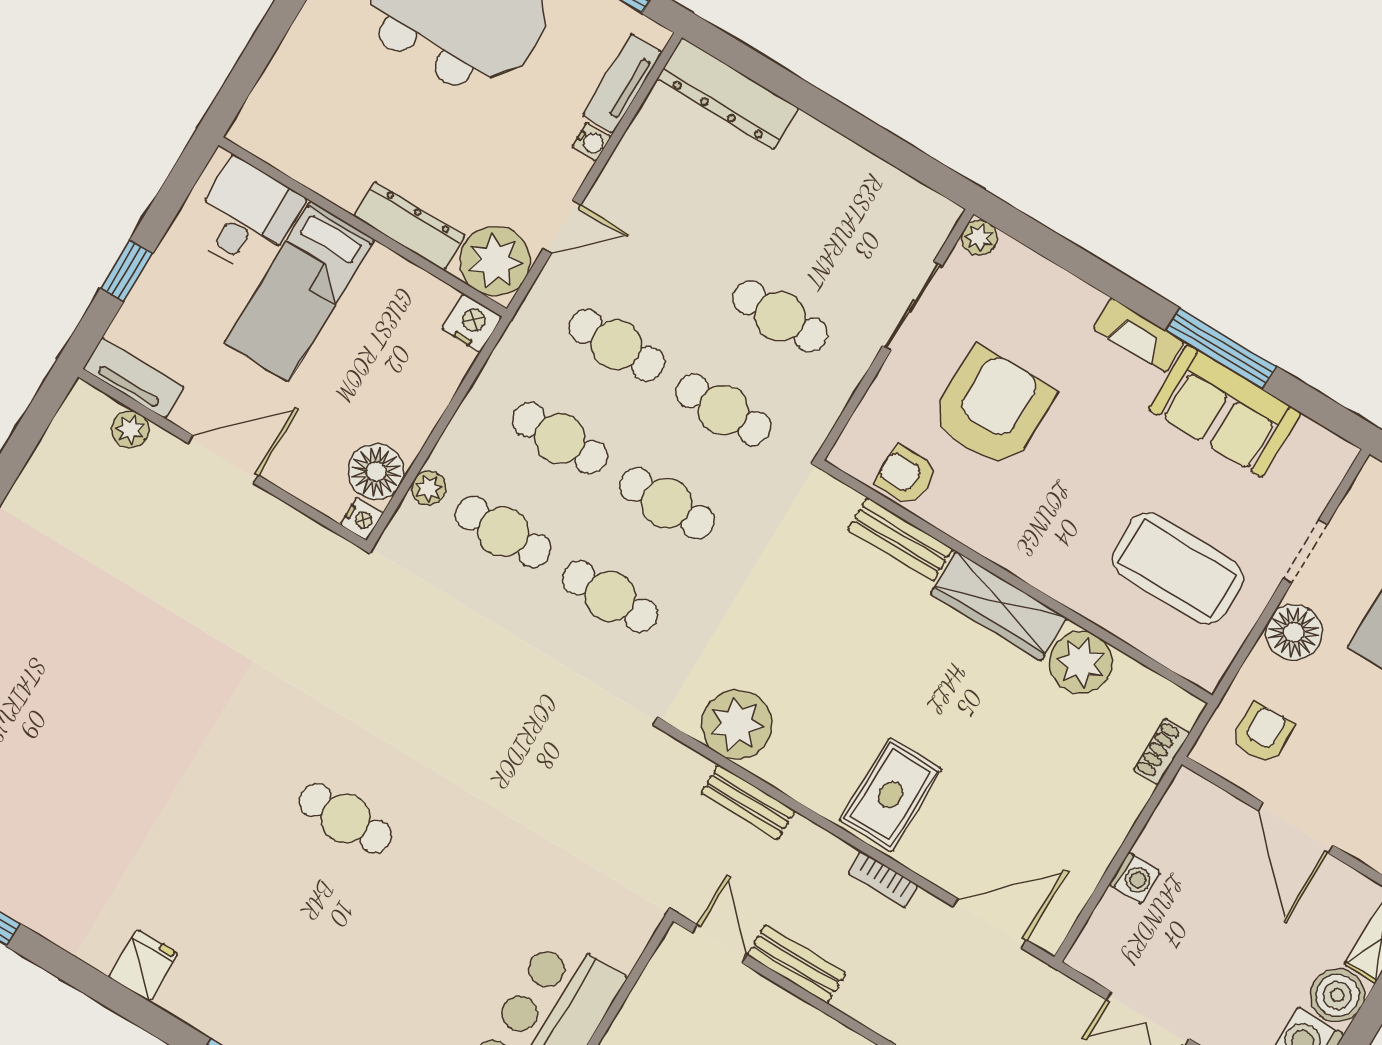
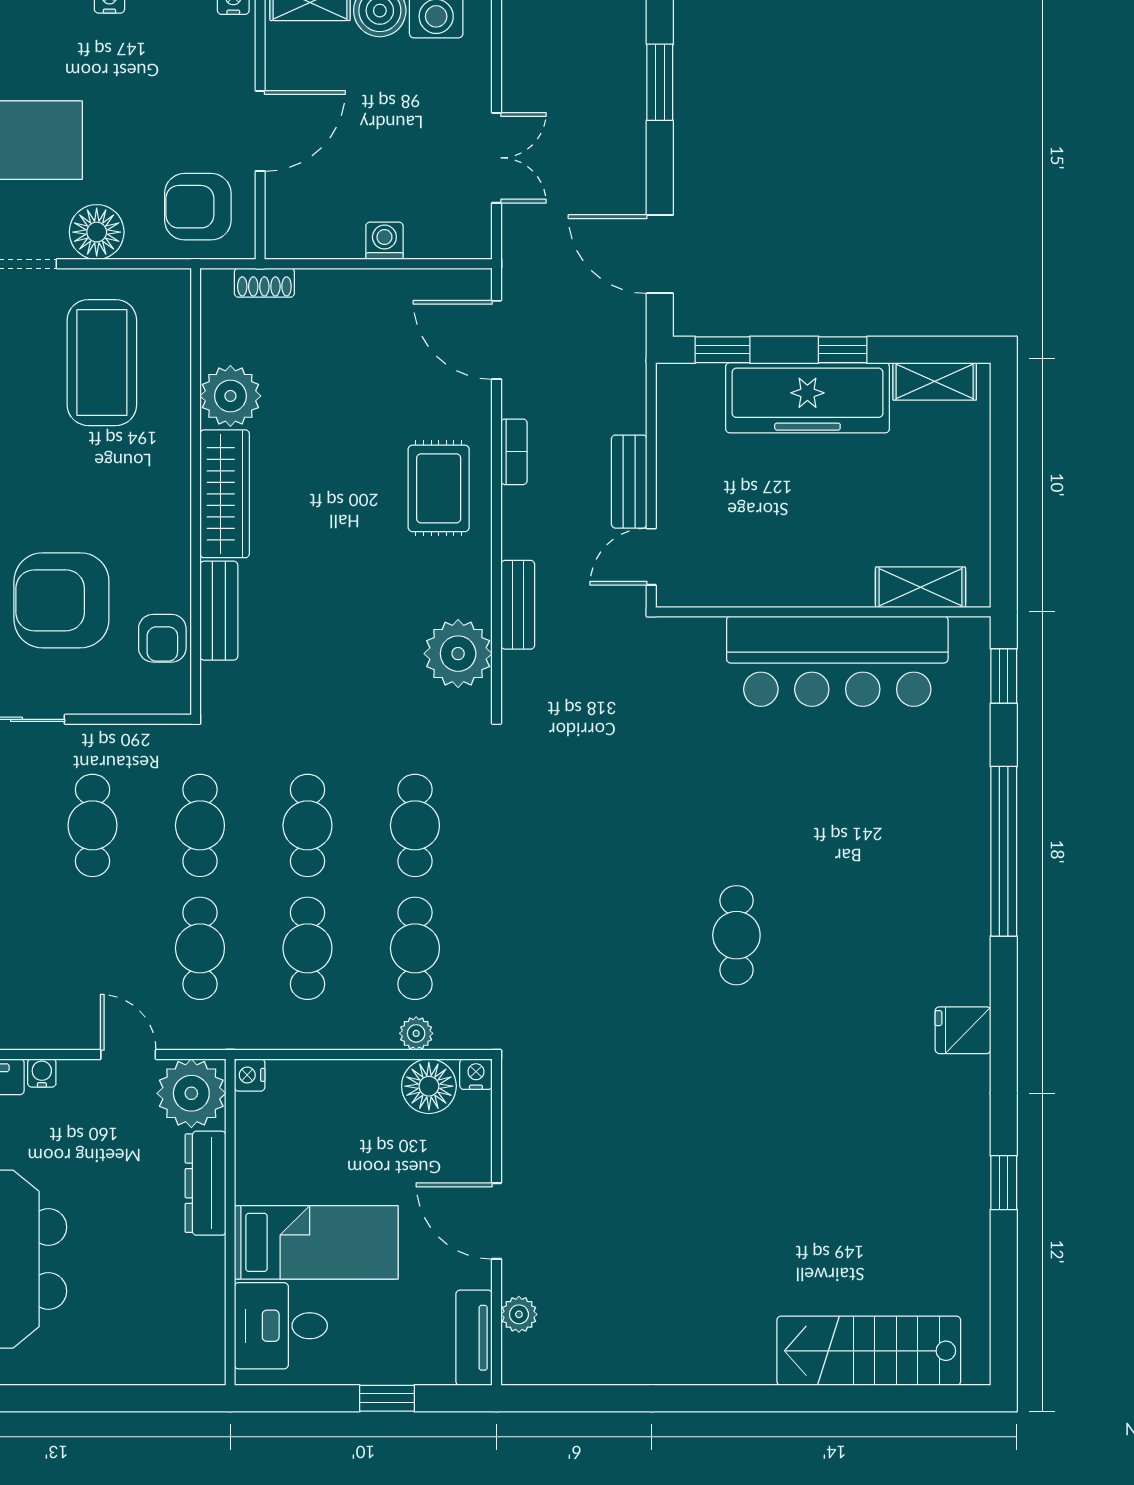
nightstand: (472, 323) -> (250, 1075), width x0.72, depth x0.74
armchair: (1263, 734) -> (198, 207), width x1.38, depth x1.38
rug: (891, 795) -> (439, 488), turned 90

